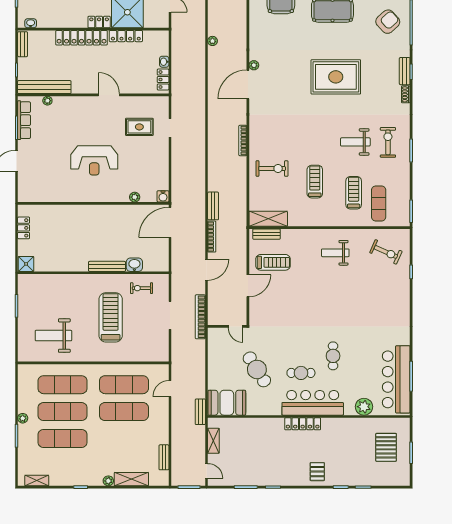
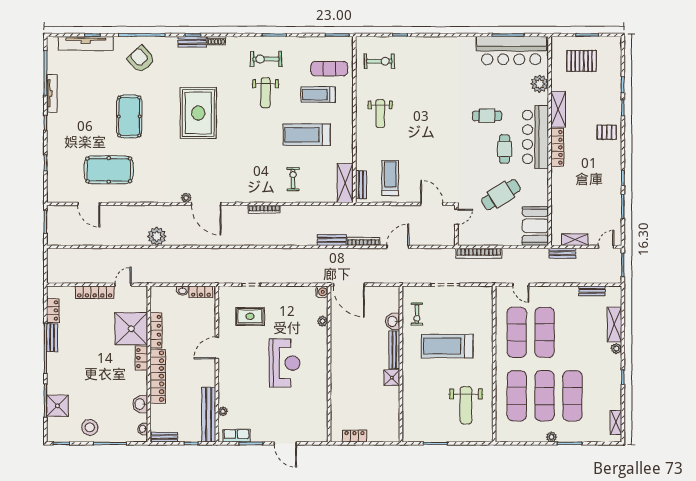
washbasin: (55, 21) -> (140, 404), added
plant: (212, 41) -> (157, 236), width x1.88, depth x1.88
row of seats: (24, 120) -> (236, 436), width x0.68
rug: (139, 127) -> (250, 316), turned 90
exercise bike: (272, 169) -> (293, 179), width x0.73, depth x0.72
treadmill: (315, 182) -> (307, 135), width x1.37, depth x1.38
exercise bike: (386, 252) -> (379, 61), turned 66
shower: (26, 264) -> (392, 378), moved
door: (207, 270) -> (398, 247), hinge flipped
door: (248, 286) -> (432, 204), moved
bookcase: (200, 317) -> (479, 253), moved
bench: (200, 412) -> (562, 253), moved
shelving: (339, 425) -> (558, 109), added

